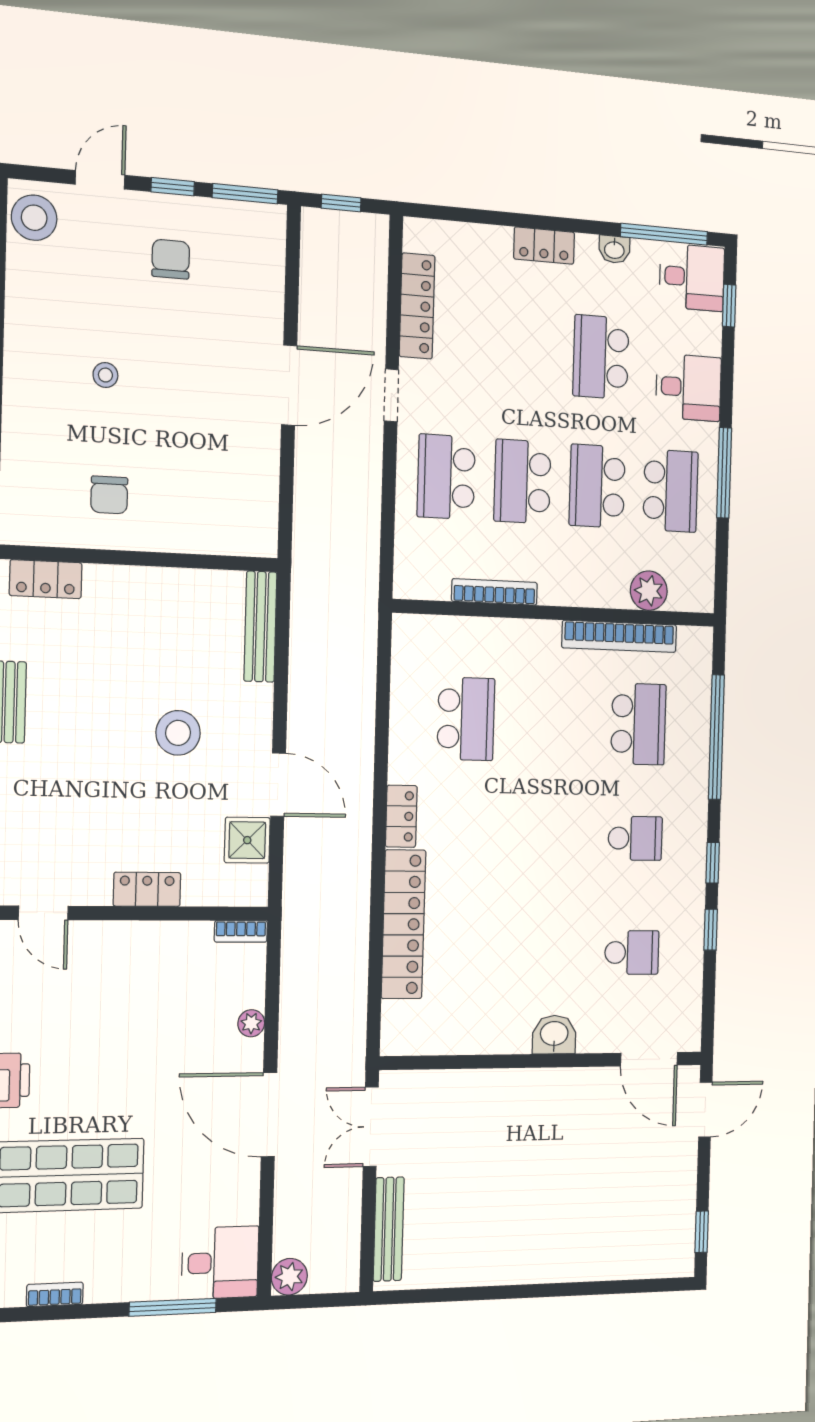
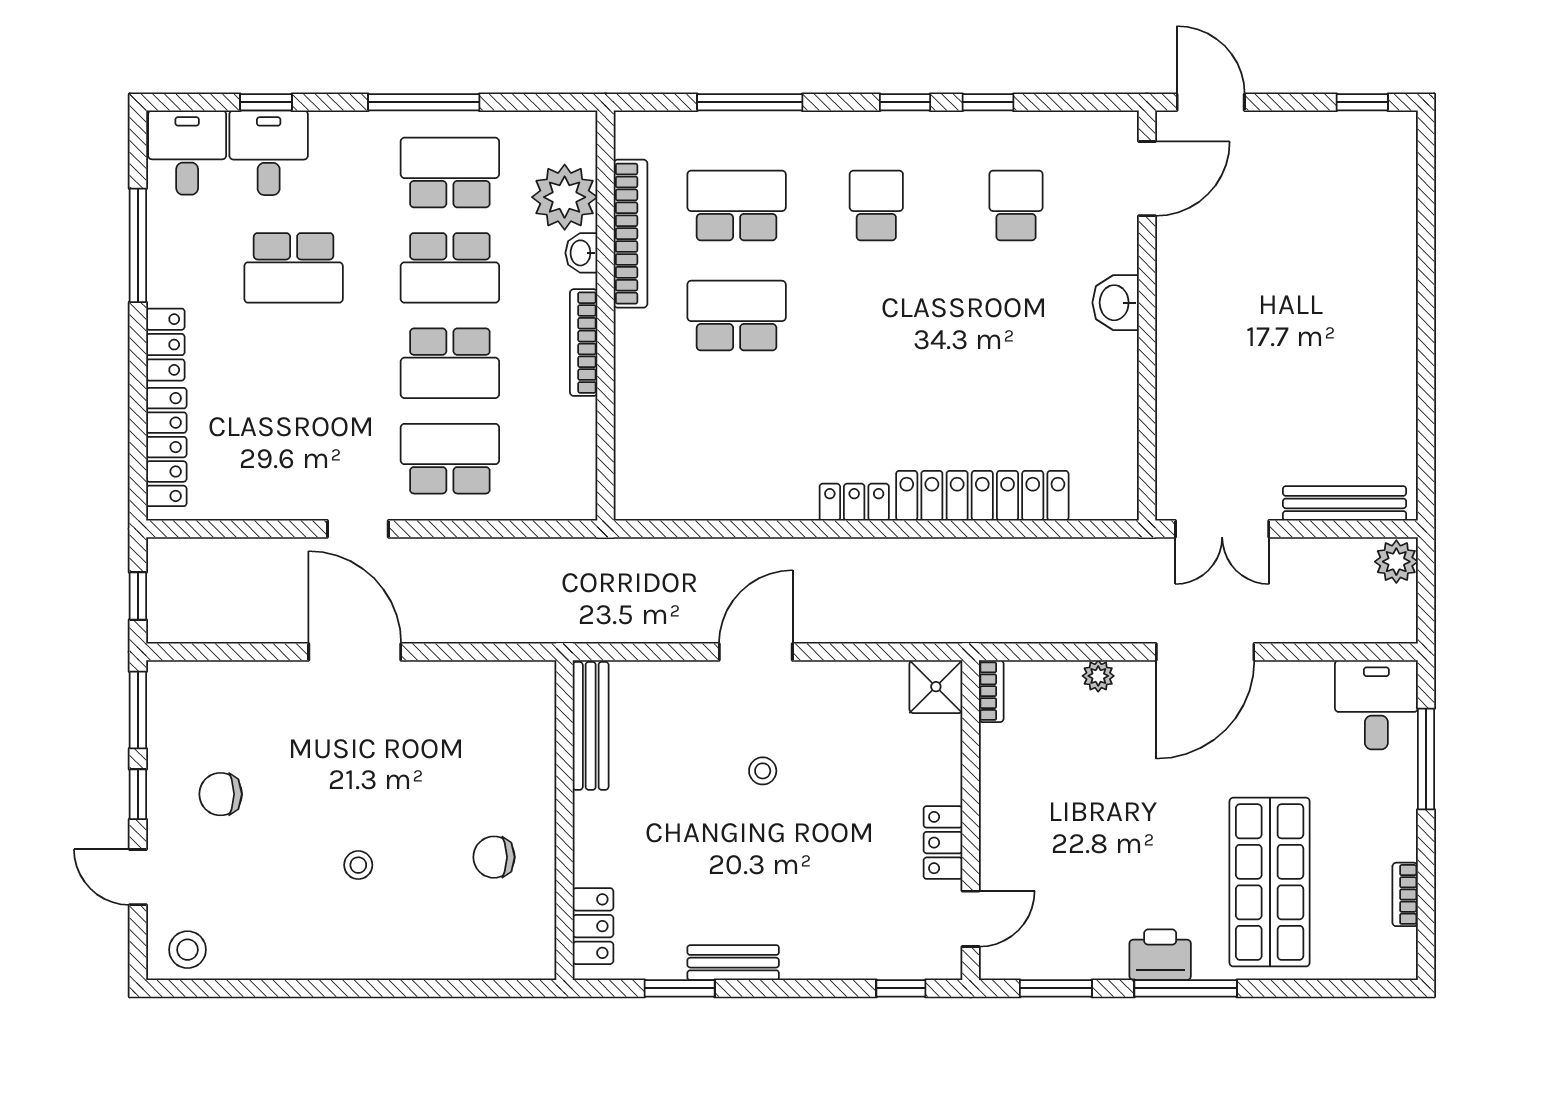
stool: (34, 218) -> (188, 950), width x0.73, depth x0.73
window: (664, 234) -> (138, 245), moved
washbasin: (614, 249) -> (581, 253), moved, turned 180
locker: (417, 306) -> (166, 447), moved, turned 90
window: (729, 306) -> (266, 102), moved
desk: (689, 387) -> (269, 153), moved
school desk: (446, 477) -> (450, 459), turned 180
chair: (109, 495) -> (494, 857), turned 180
plant: (649, 591) -> (565, 197), width x1.36, depth x1.36
bookcase: (495, 592) -> (584, 343), moved
bench: (260, 627) -> (591, 726), moved, turned 90
school desk: (466, 719) -> (737, 316), moved
stool: (178, 733) -> (763, 771), width x0.53, depth x0.53
window: (716, 737) -> (750, 102), width x0.68
door: (278, 785) -> (756, 652), moved
shower: (247, 840) -> (936, 687), moved
locker: (147, 889) -> (943, 843), moved
plant: (289, 1277) -> (1396, 562), moved

